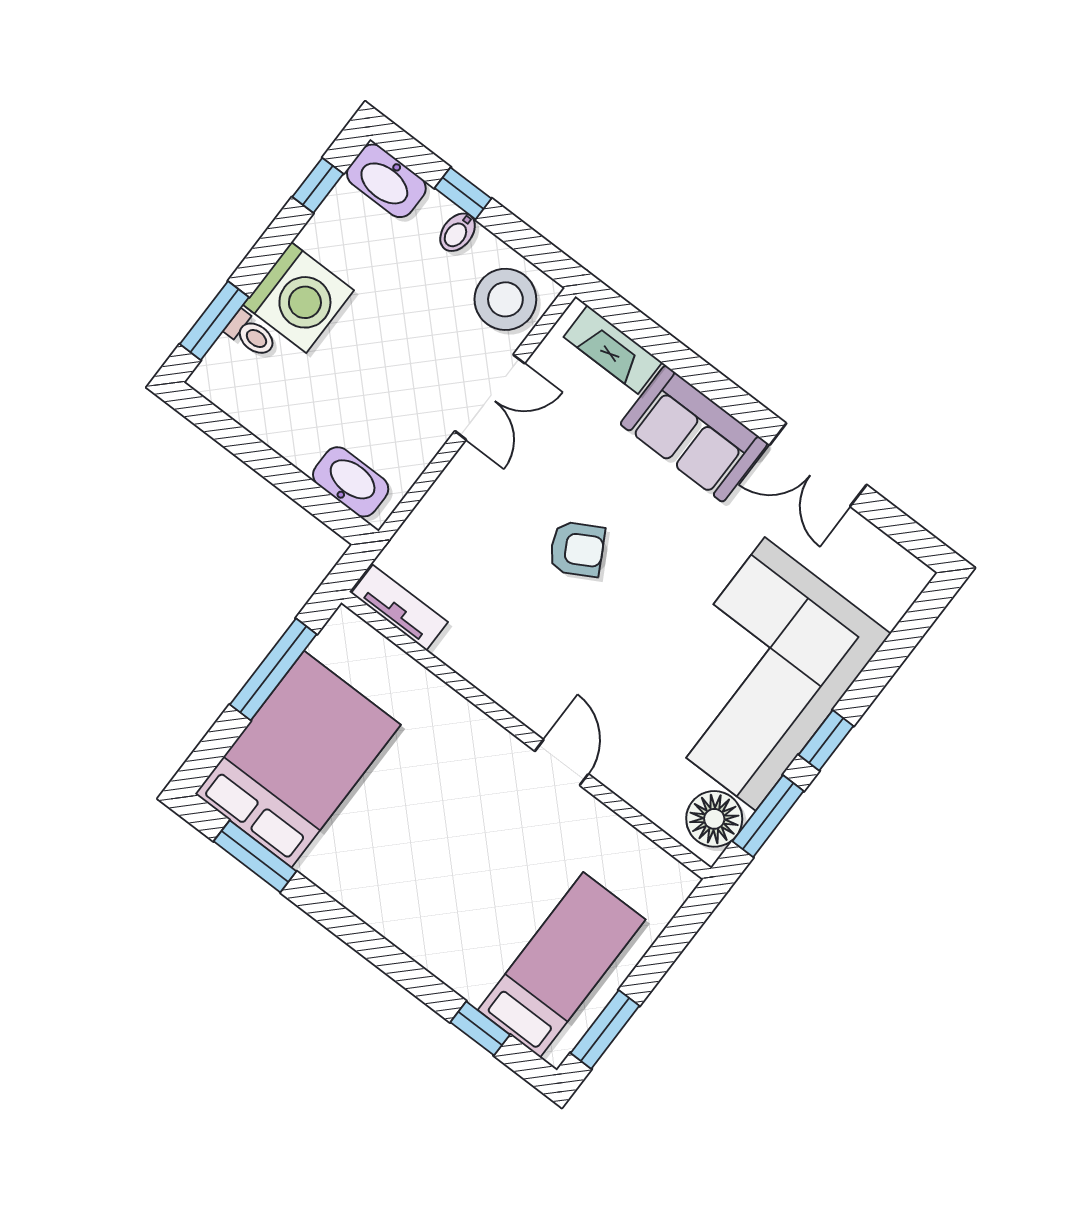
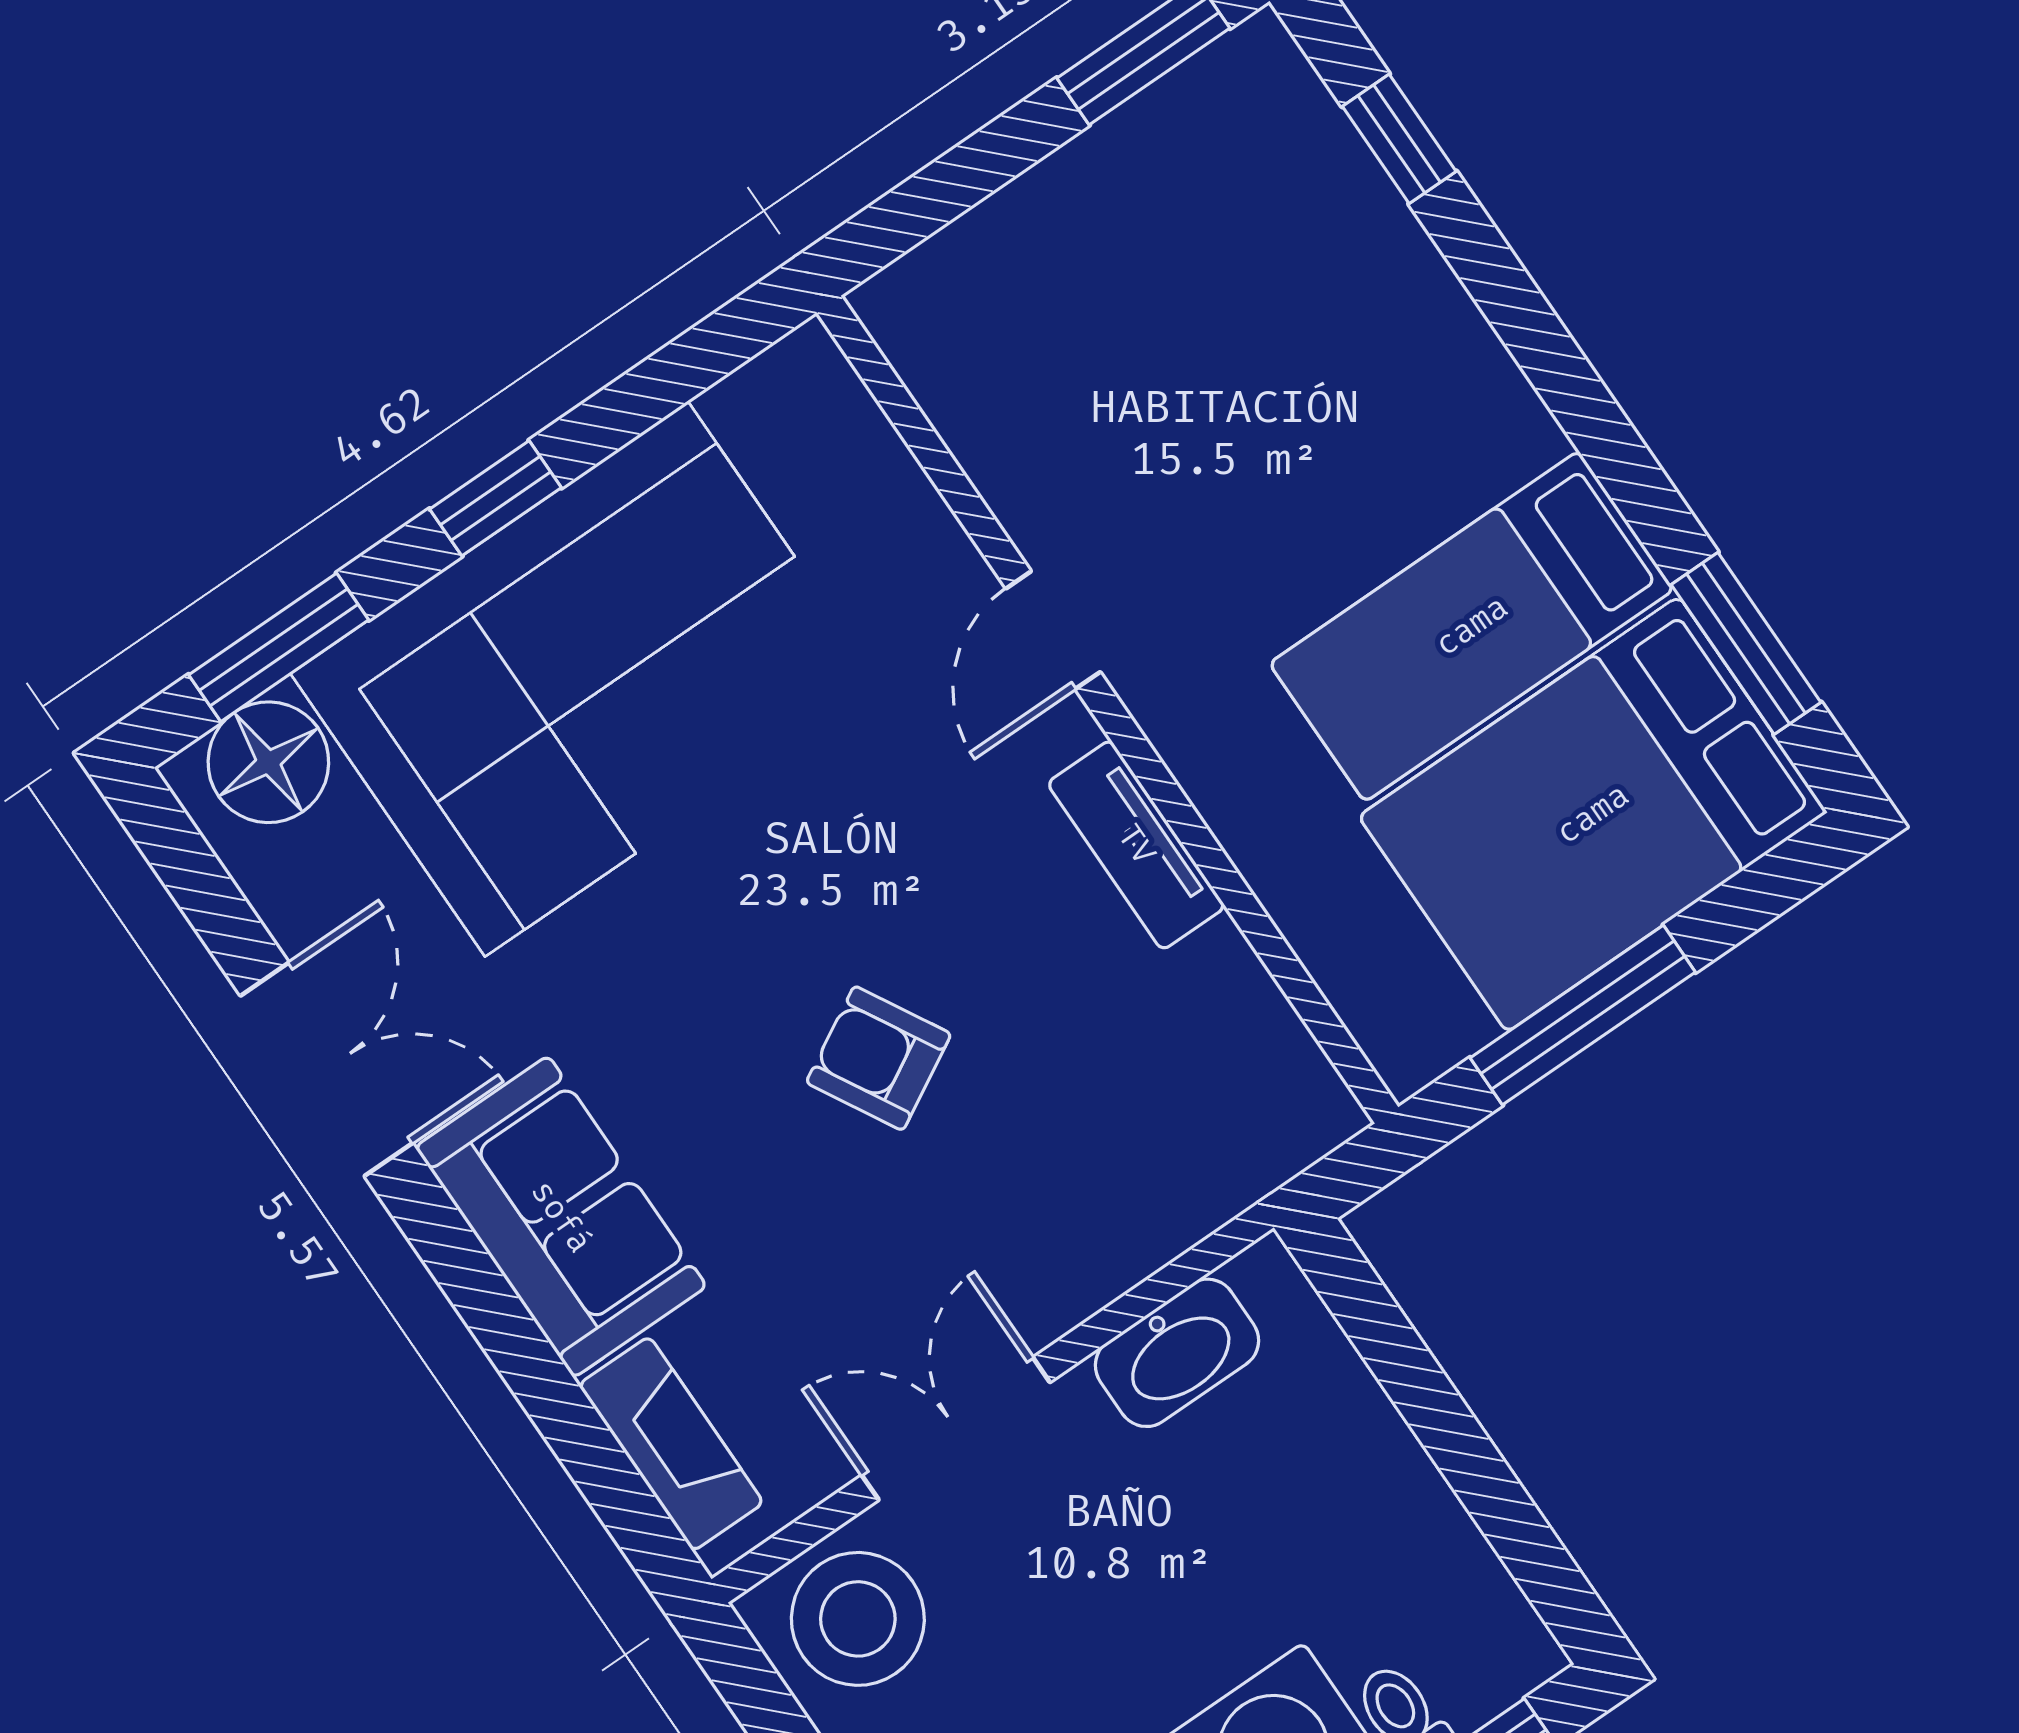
washbasin: (351, 482) -> (1177, 1353), moved, turned -90
tv unit: (400, 608) -> (1136, 845), moved
window: (768, 816) -> (279, 647), moved
floor lamp: (714, 819) -> (268, 762), moved
bed: (562, 965) -> (1472, 626), moved

